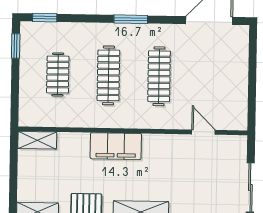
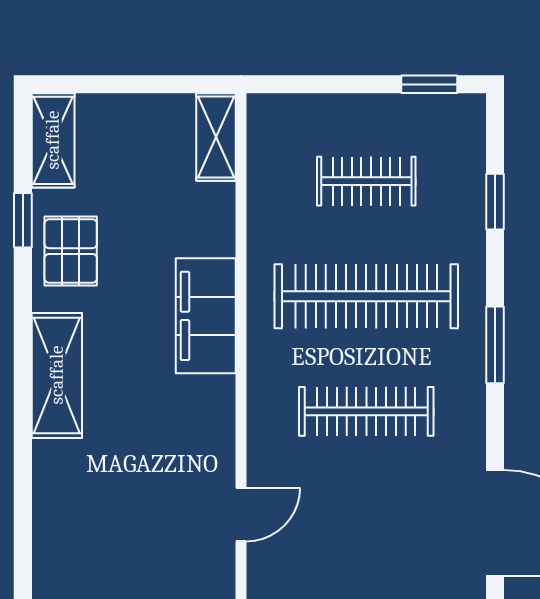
window: (45, 18) -> (495, 202), moved
clothes rail: (108, 75) -> (366, 296), width x1.37, depth x1.31

